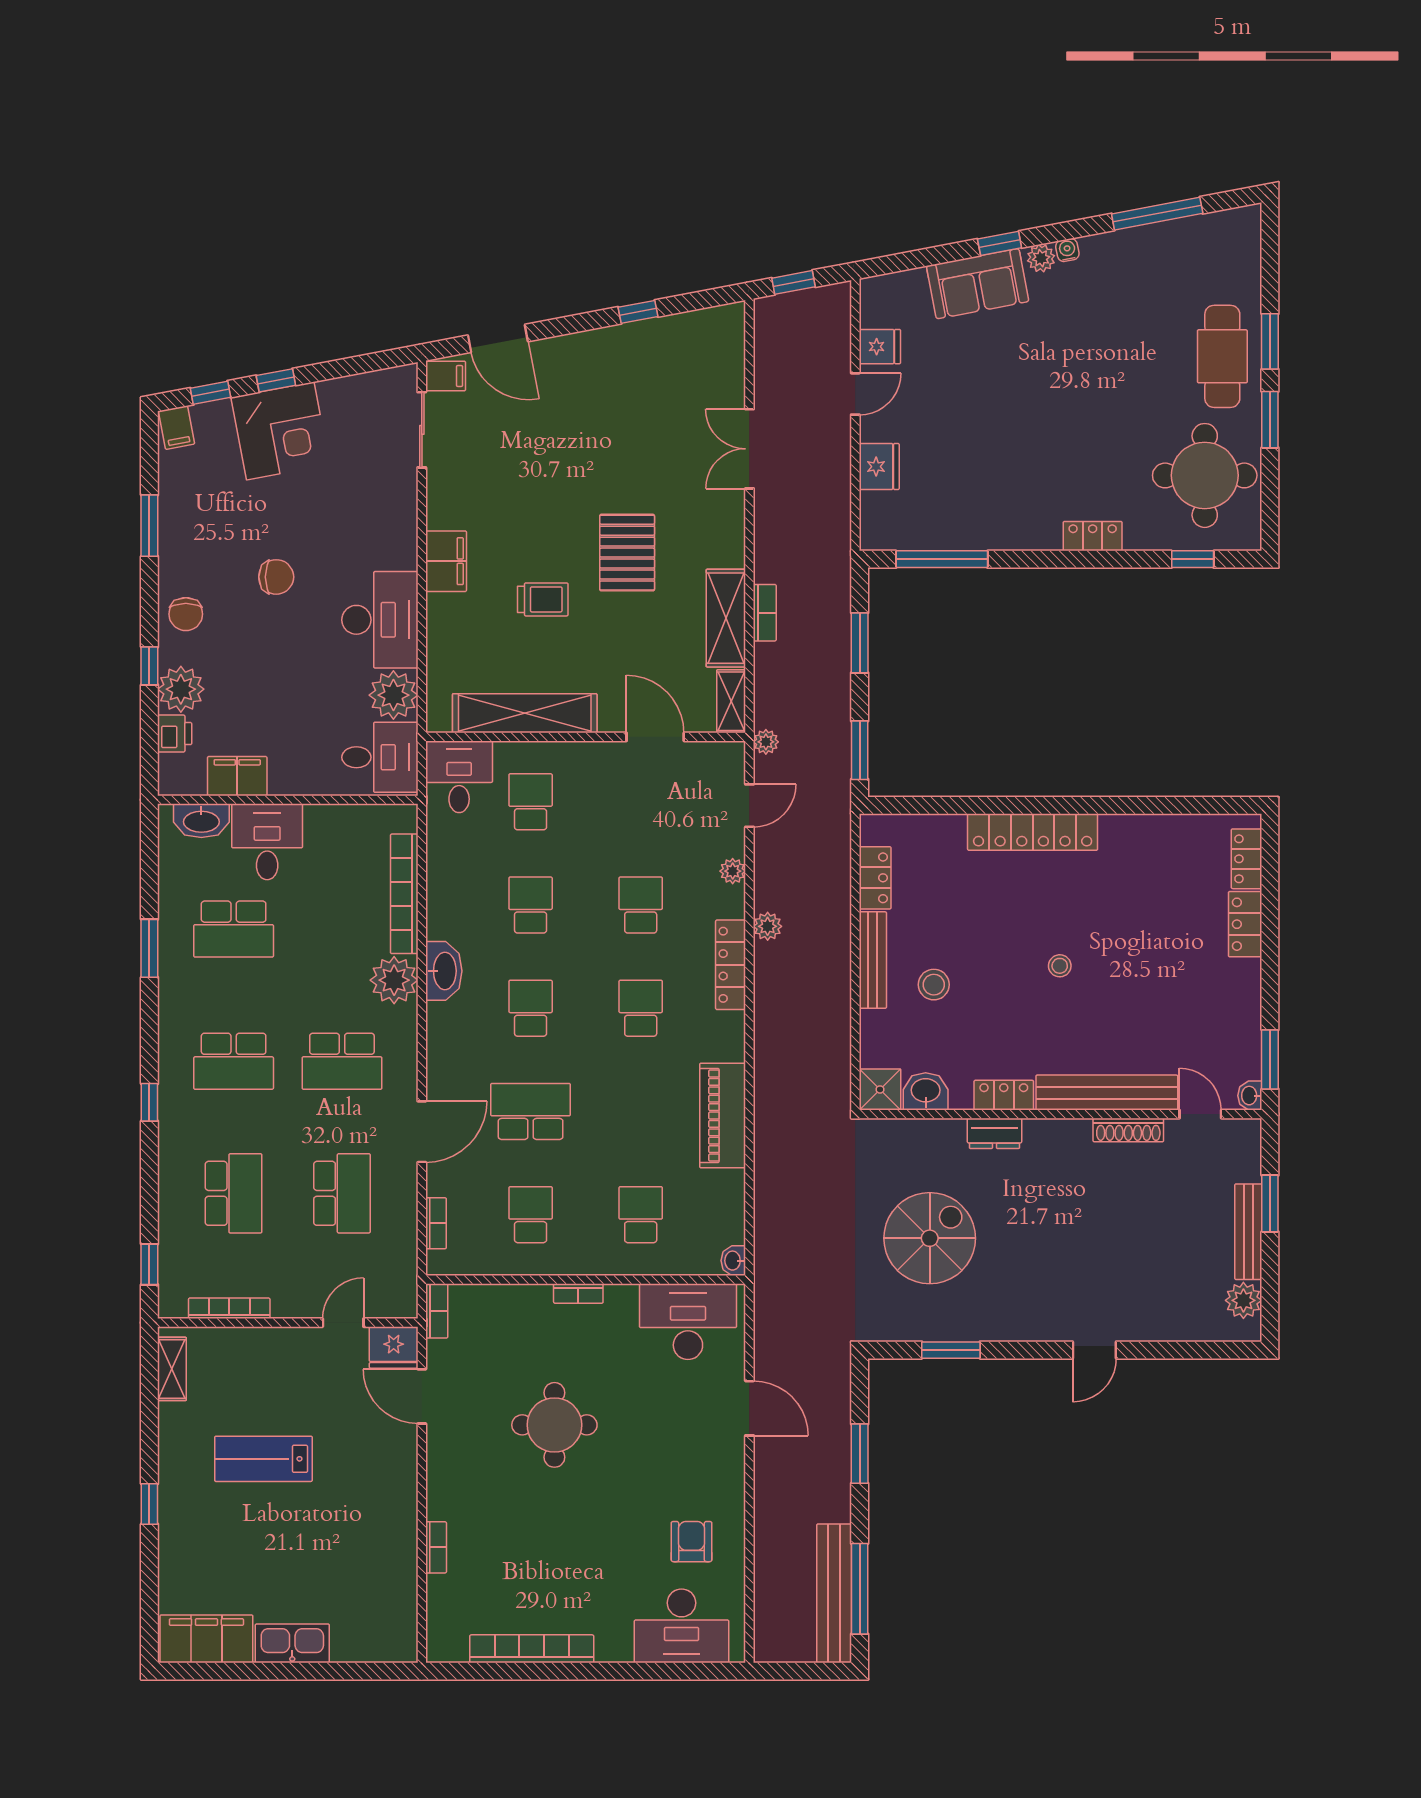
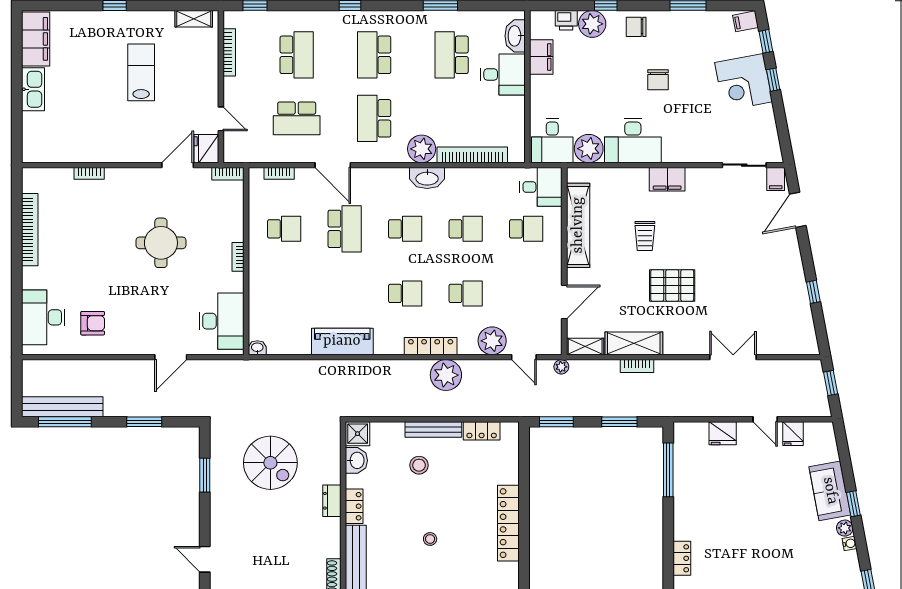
plant: (733, 871) -> (492, 341), width x1.88, depth x1.88
plant: (768, 926) -> (446, 375), width x1.87, depth x1.87
school desk: (234, 1193) -> (297, 55), turned -90
school desk: (641, 1215) -> (284, 293), removed

